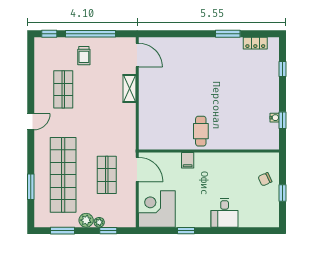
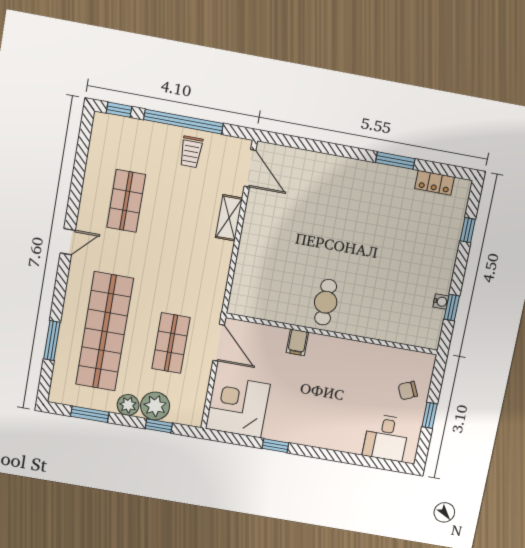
trolley: (84, 56) -> (191, 152), moved
desk: (225, 213) -> (386, 438), moved
plant: (99, 222) -> (155, 406), width x1.87, depth x1.87

